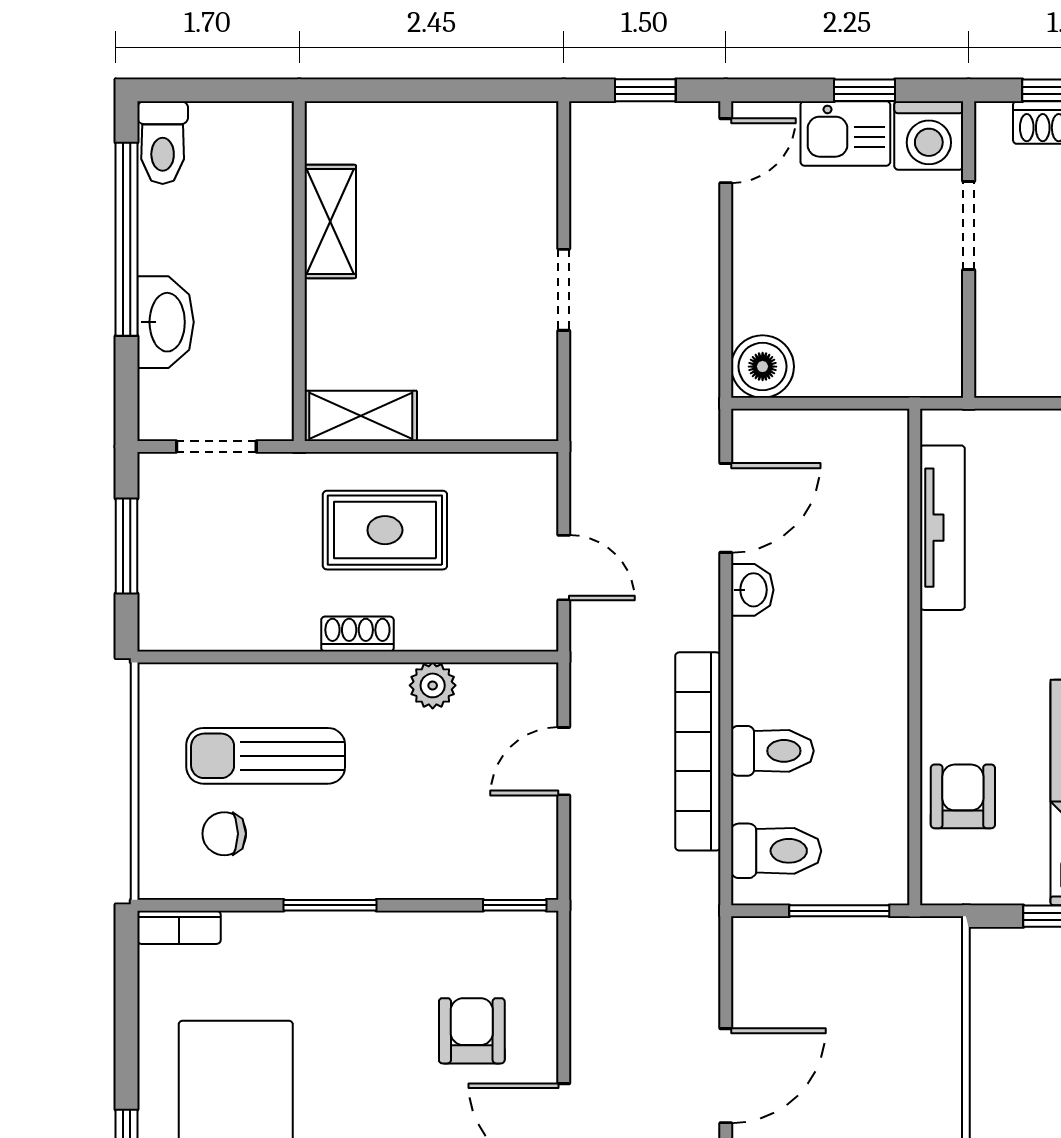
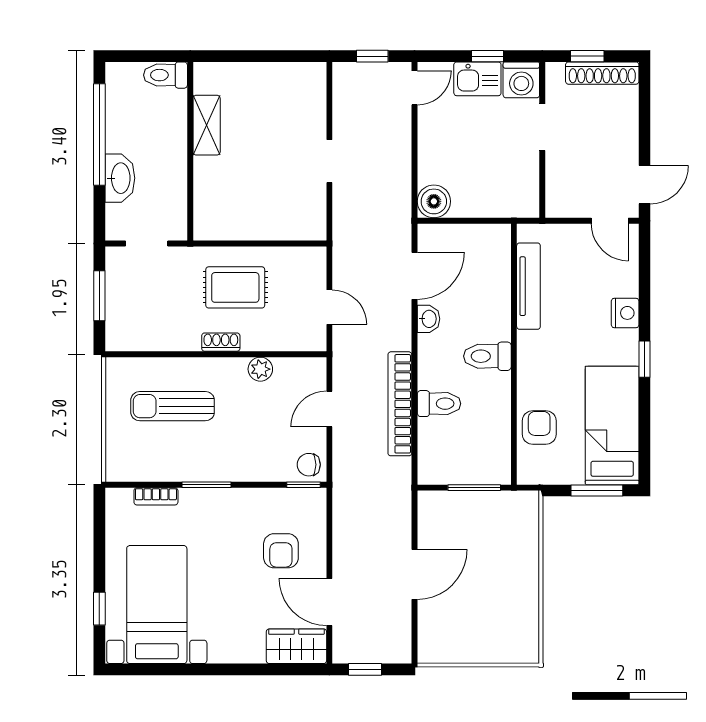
toilet: (163, 143) -> (166, 75), moved, turned 90
shelving: (361, 416) -> (223, 227), removed
chair: (224, 834) -> (309, 465), moved
toilet: (776, 851) -> (487, 356), moved, turned 180
bookcase: (179, 927) -> (156, 496), moved
armchair: (472, 1031) -> (281, 551), turned 180

